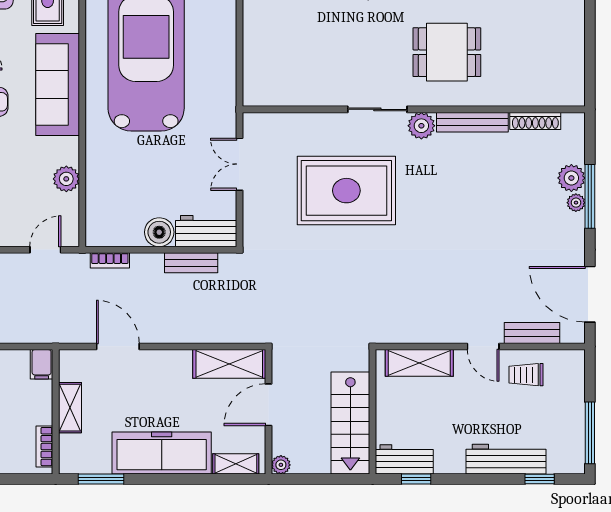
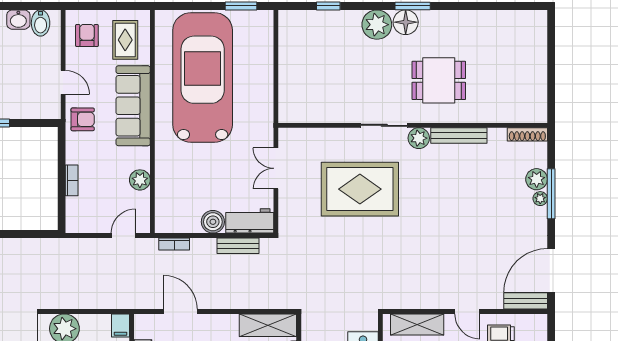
shoe rack: (535, 121) -> (527, 134), moved
door: (590, 294) -> (551, 270), hinge flipped
bench: (532, 333) -> (526, 301), moved

